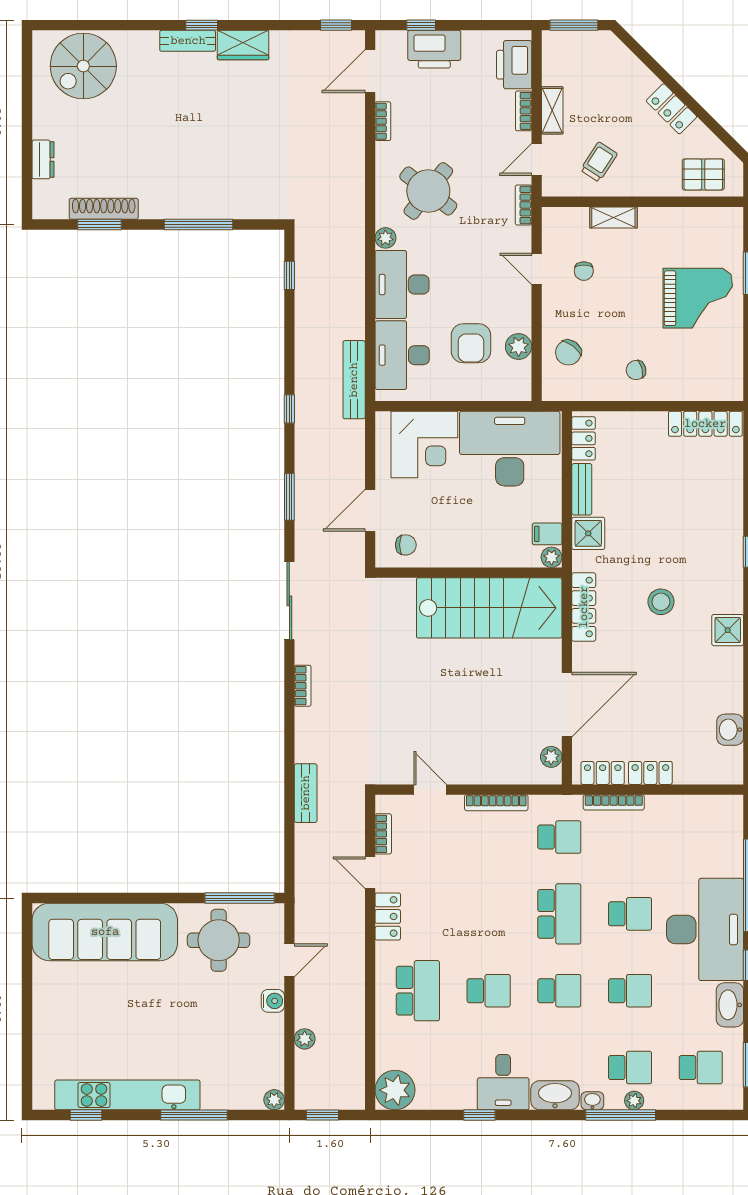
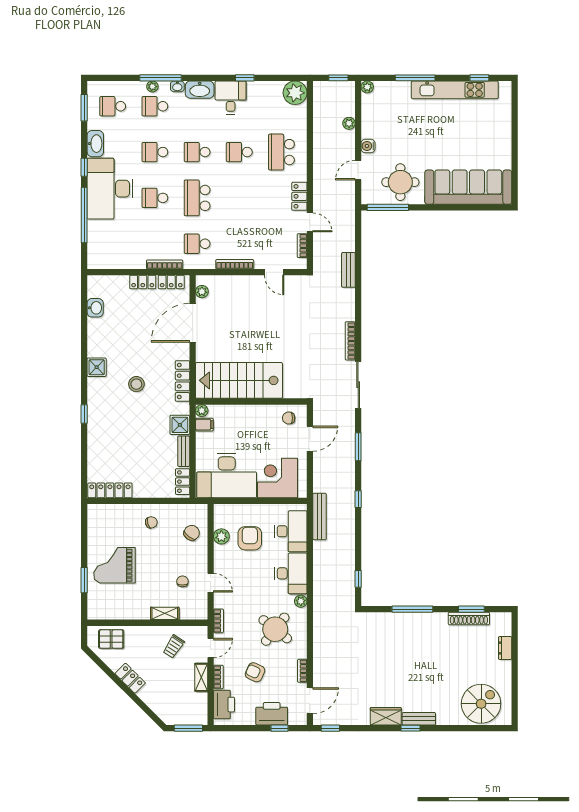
armchair: (462, 119) -> (255, 672), added
bookcase: (303, 686) -> (350, 341), width x1.56

